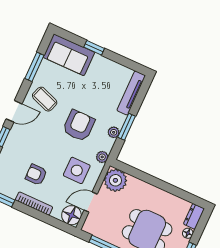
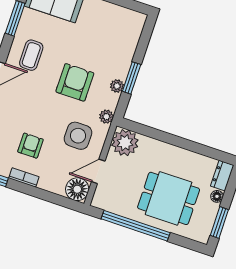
tv unit: (131, 93) -> (133, 37), removed
coffee table: (45, 99) -> (31, 55), turned 70
armchair: (36, 175) -> (30, 146), turned 90
bookcase: (34, 203) -> (24, 177), width x0.64

